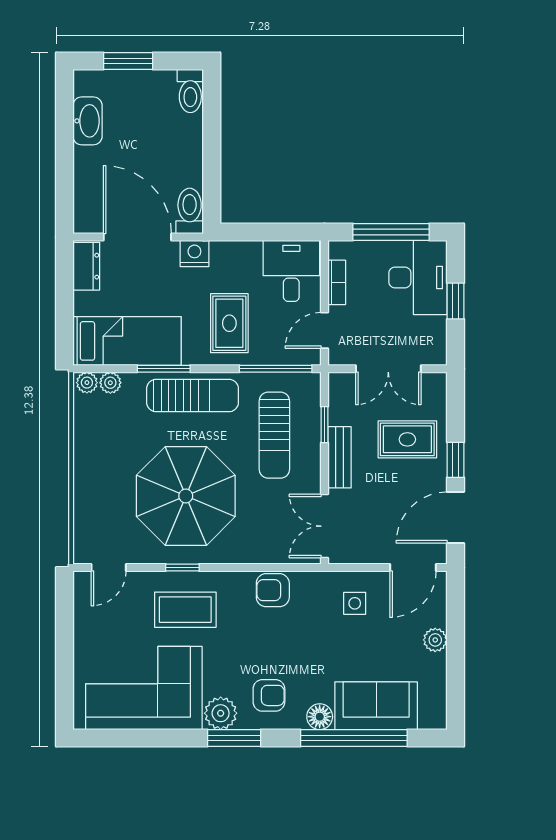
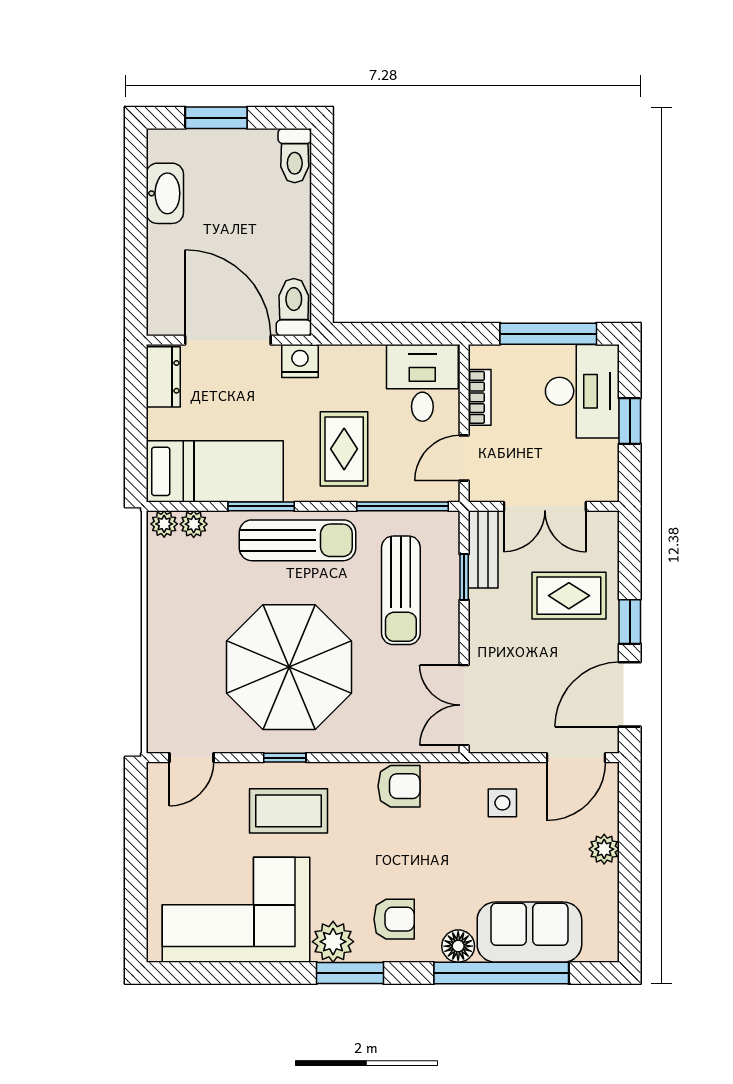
bench: (339, 457) -> (483, 549), moved
armchair: (273, 590) -> (399, 786), turned 180

